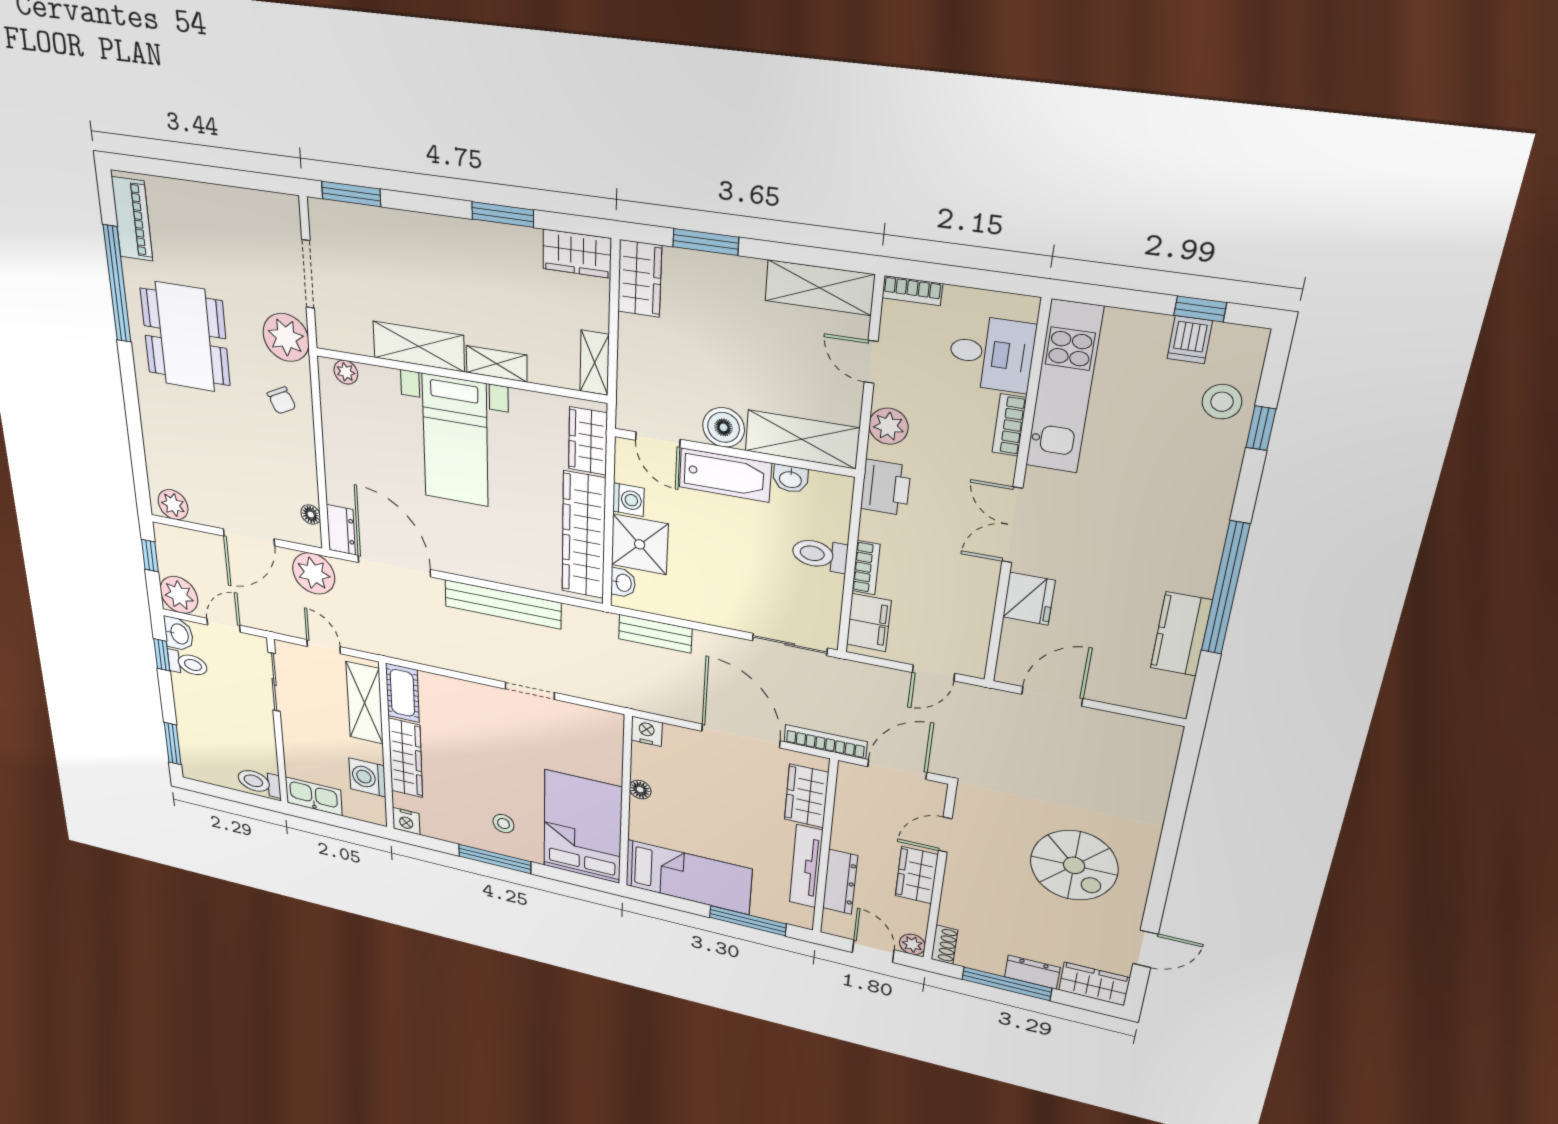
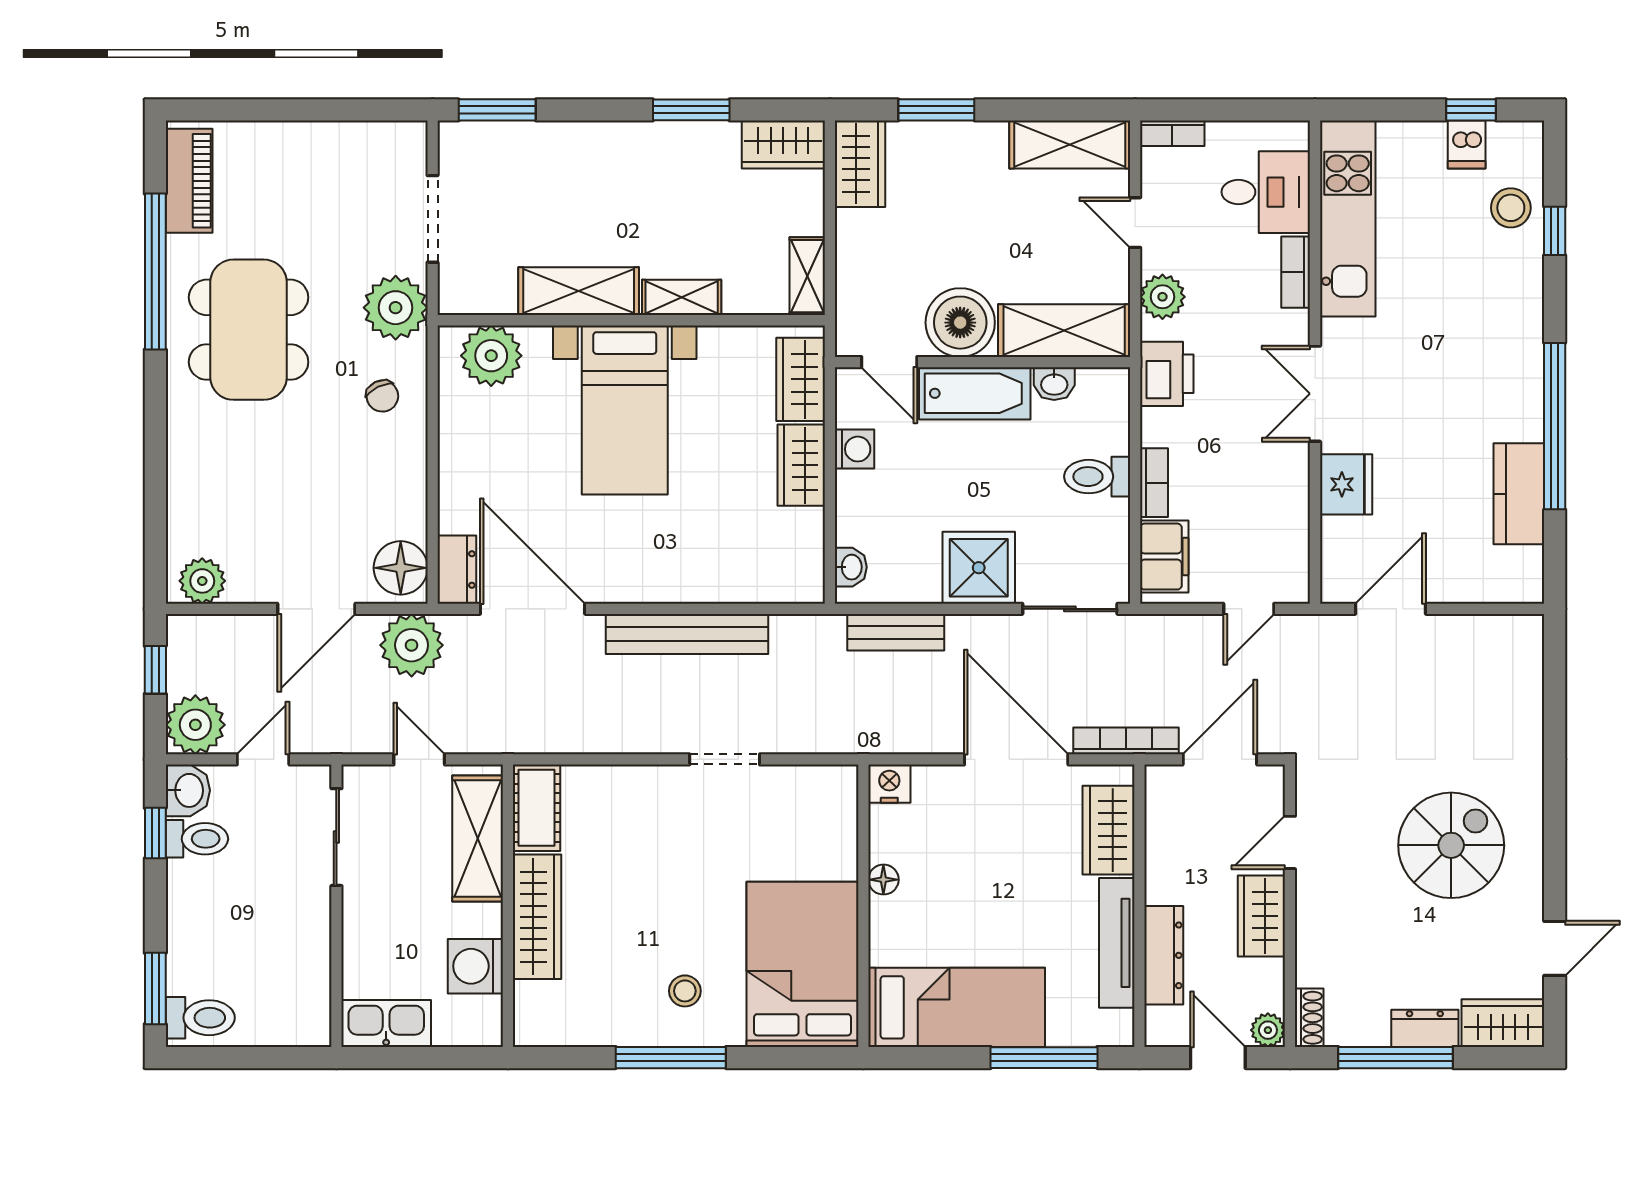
plant: (346, 372) -> (491, 356), width x1.88, depth x1.88
boiler: (724, 427) -> (960, 323), width x1.37, depth x1.37
floor lamp: (311, 515) -> (401, 568), width x1.89, depth x1.89
wardrobe: (584, 535) -> (801, 465), width x0.48, depth x0.85
shower: (640, 544) -> (979, 568), moved
toilet: (259, 782) -> (200, 1018), moved, turned 180
nightstand: (406, 821) -> (534, 1028), removed
spiral stairs: (1074, 865) -> (1451, 845), turned -90

